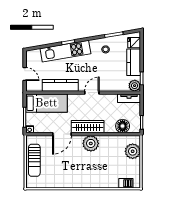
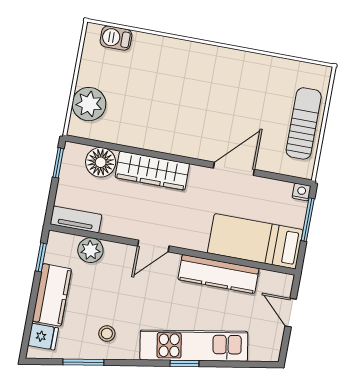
plant: (135, 86) -> (90, 250), moved
wardrobe: (88, 127) -> (152, 171), moved
plant: (91, 143) -> (176, 137), removed

